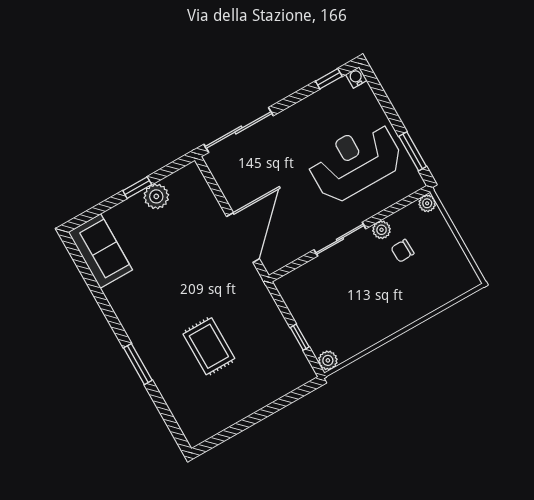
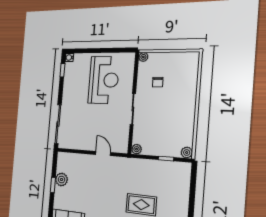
window: (413, 151) -> (116, 50), removed
reception desk: (355, 162) -> (104, 80), turned 180
plant: (382, 230) -> (137, 149), moved
door: (243, 238) -> (103, 154), width x0.53

